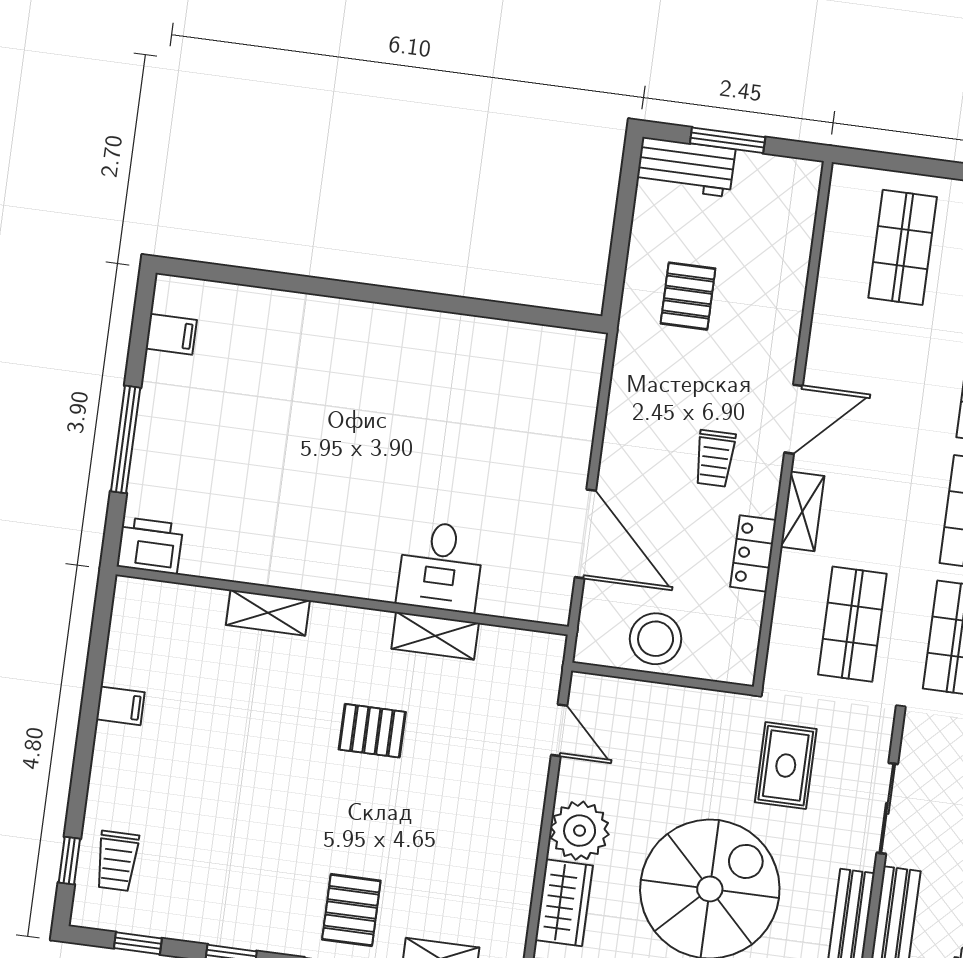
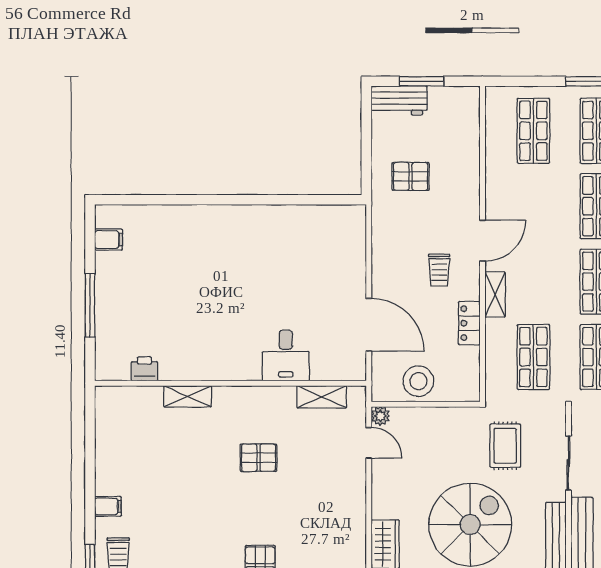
pallet: (688, 296) -> (411, 176), turned 90
printer: (150, 546) -> (145, 369), moved, width x0.73, depth x0.81
shelving: (435, 636) -> (322, 397), moved
filing cabinet: (120, 706) -> (108, 506), moved
plant: (580, 831) -> (380, 416), moved, width x0.53, depth x0.53

